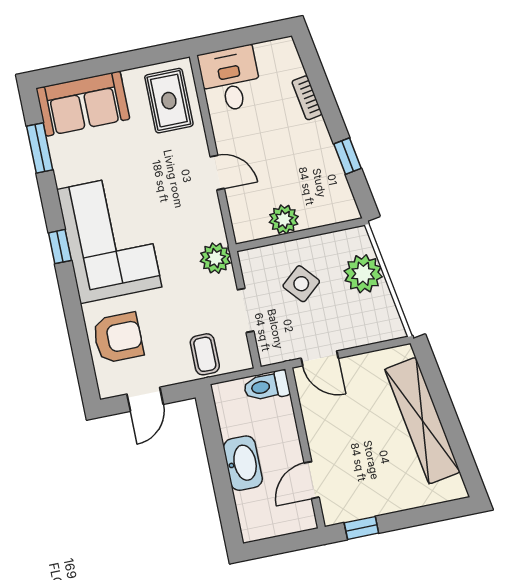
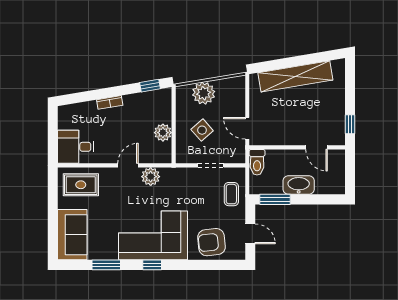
bookcase: (307, 98) -> (110, 102), moved
window: (40, 148) -> (106, 265), moved
window: (348, 156) -> (150, 86), moved
plant: (215, 258) -> (151, 177), moved
armchair: (118, 338) -> (211, 242), turned -96
coffee table: (205, 354) -> (231, 194), turned 90
door: (320, 358) -> (247, 128), swing flipped
window: (211, 429) -> (275, 199), added

